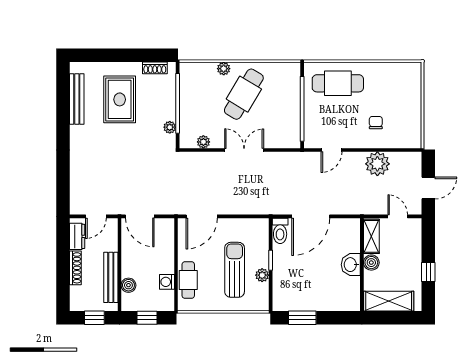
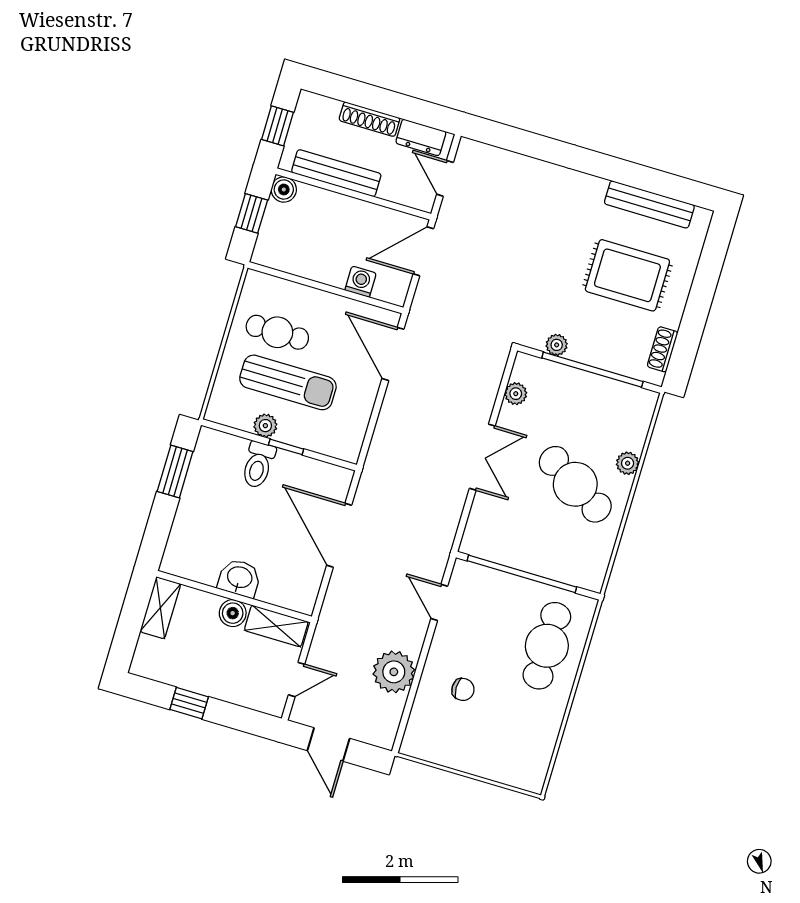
toilet: (280, 231) -> (258, 465), moved, turned -90
cafe table: (188, 280) -> (277, 332), moved
washing machine: (167, 282) -> (361, 282), moved
boiler: (128, 285) -> (284, 189), moved
shelving: (389, 301) -> (160, 608), width x0.67, depth x0.75

